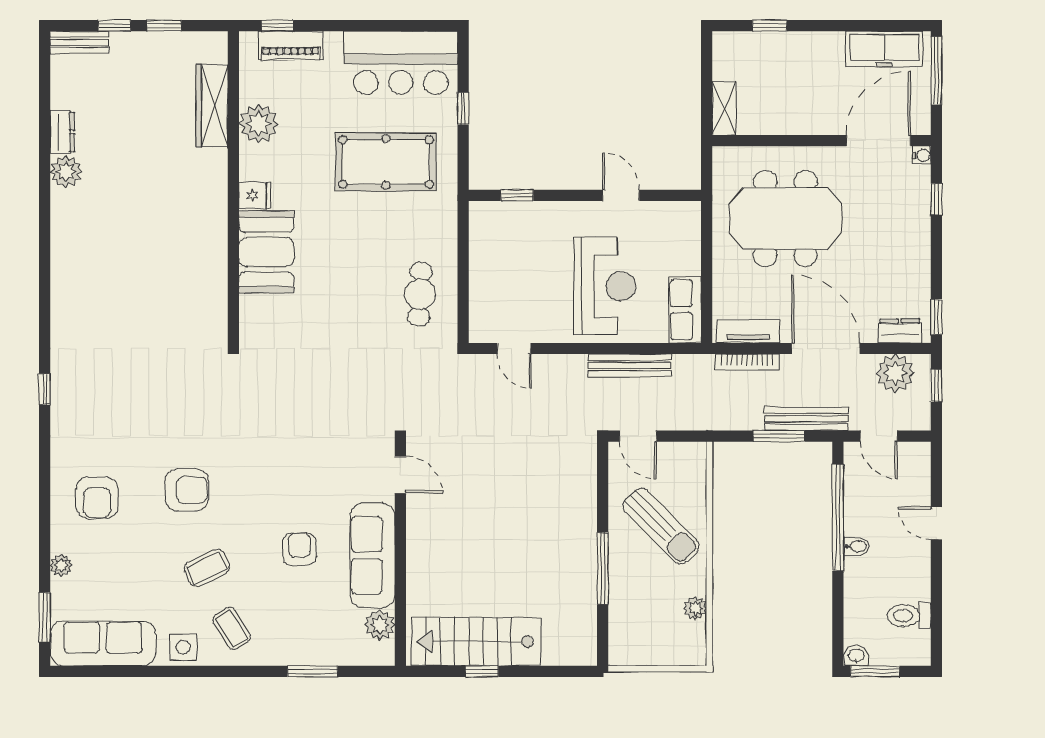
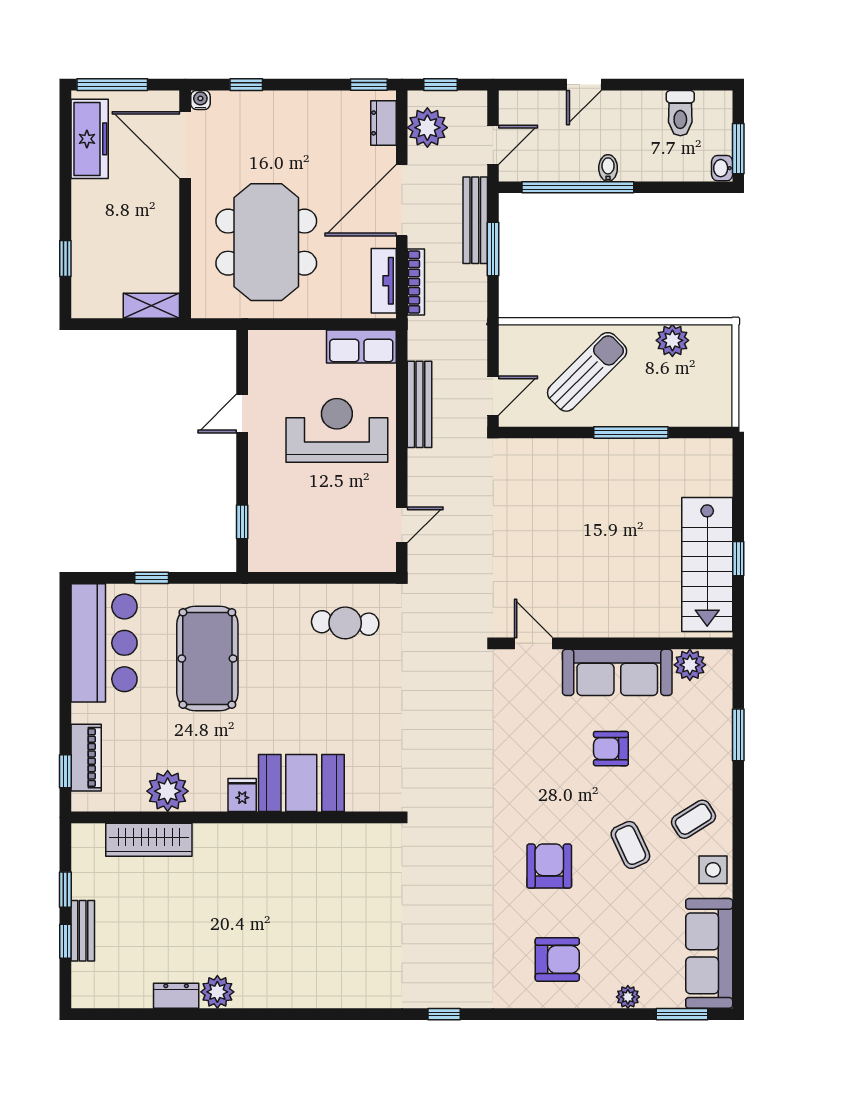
bench: (79, 42) -> (83, 931), moved
door: (400, 475) -> (533, 643), hinge flipped
plant: (695, 608) -> (672, 340), width x1.38, depth x1.38

